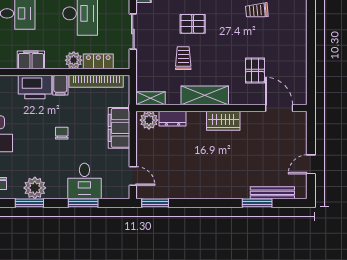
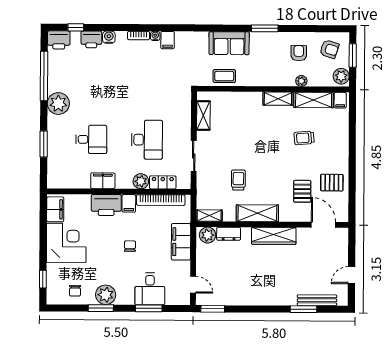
pallet: (193, 24) -> (332, 183), moved
wardrobe: (223, 121) -> (274, 236), width x1.50

